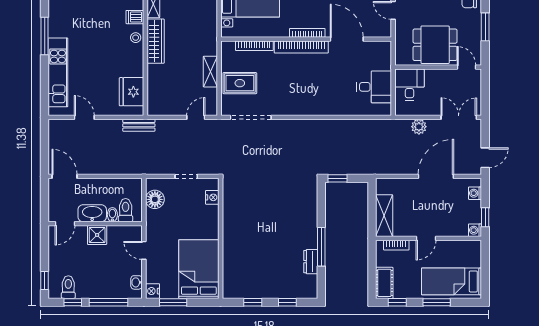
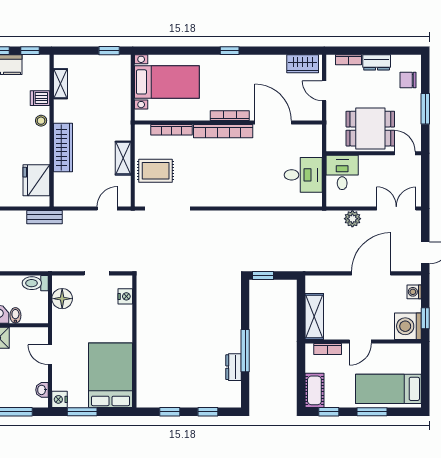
wardrobe: (156, 41) -> (63, 147), moved
toilet: (126, 210) -> (35, 283), moved, turned -90
washing machine: (475, 230) -> (408, 326), width x1.89, depth x1.89

